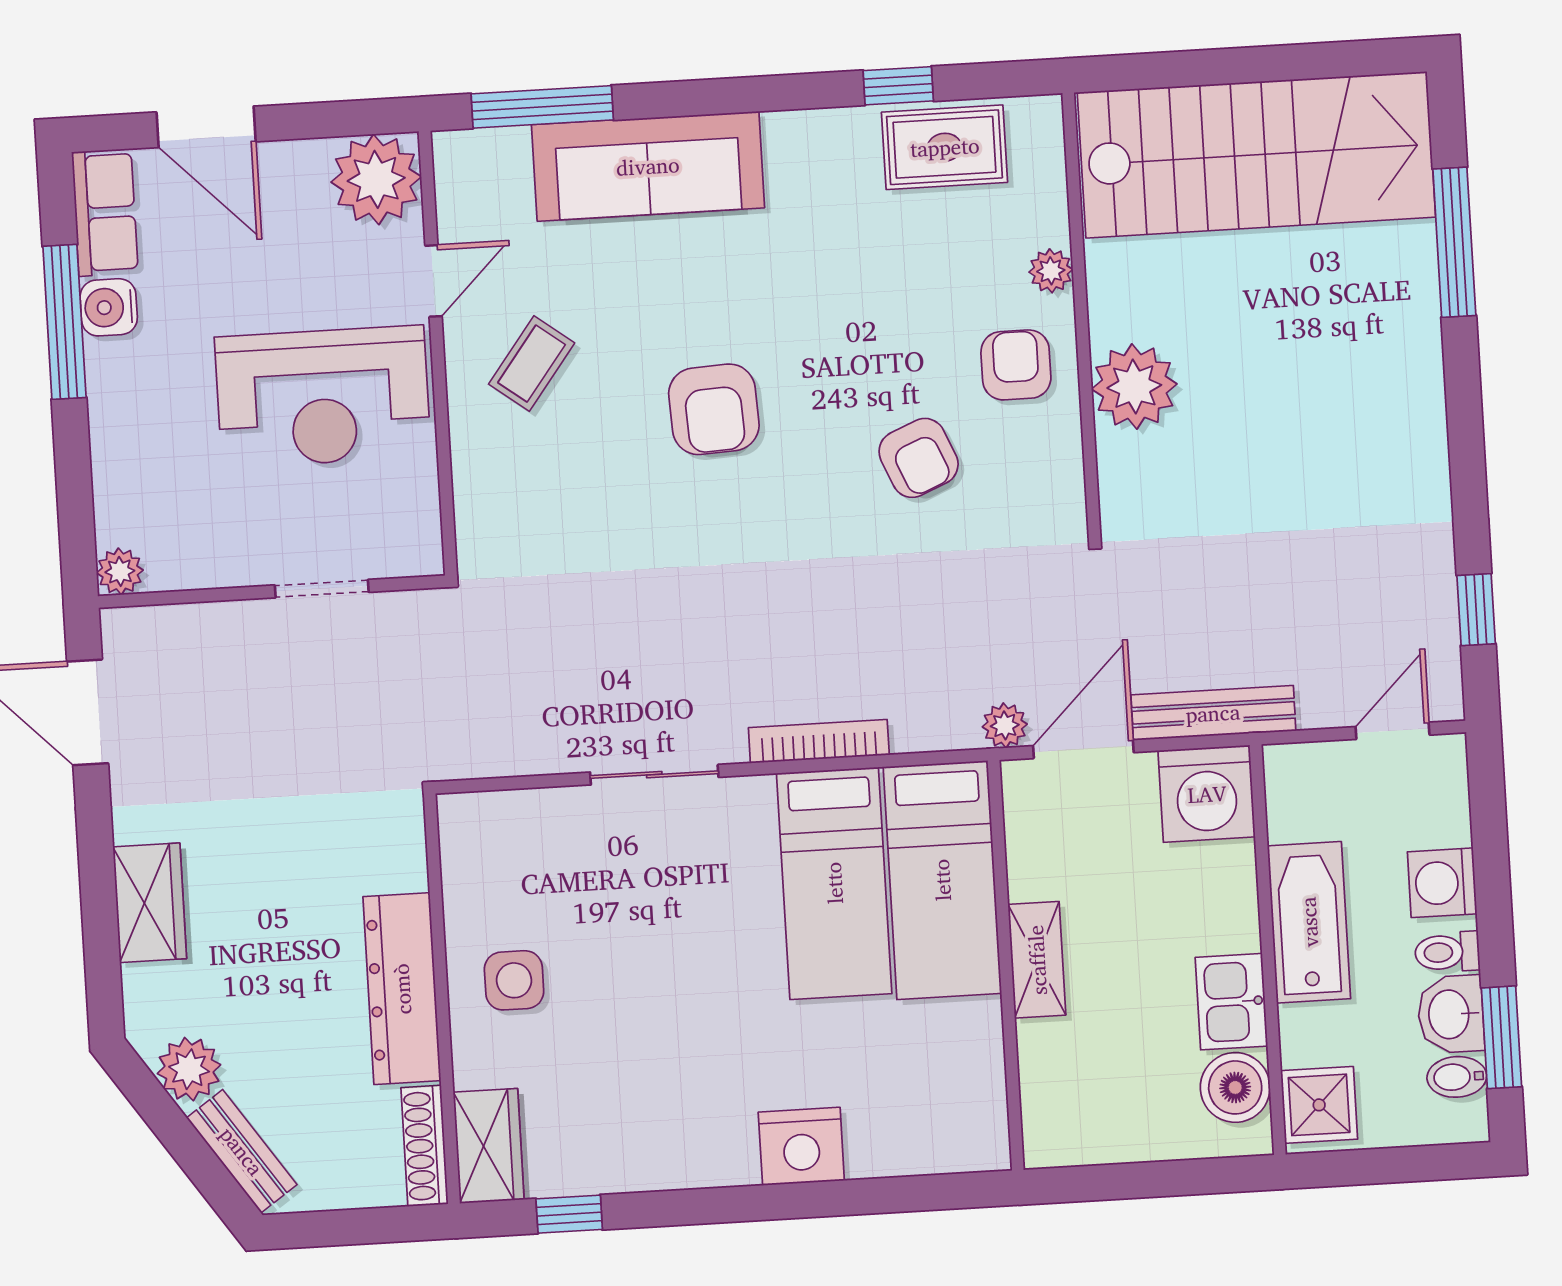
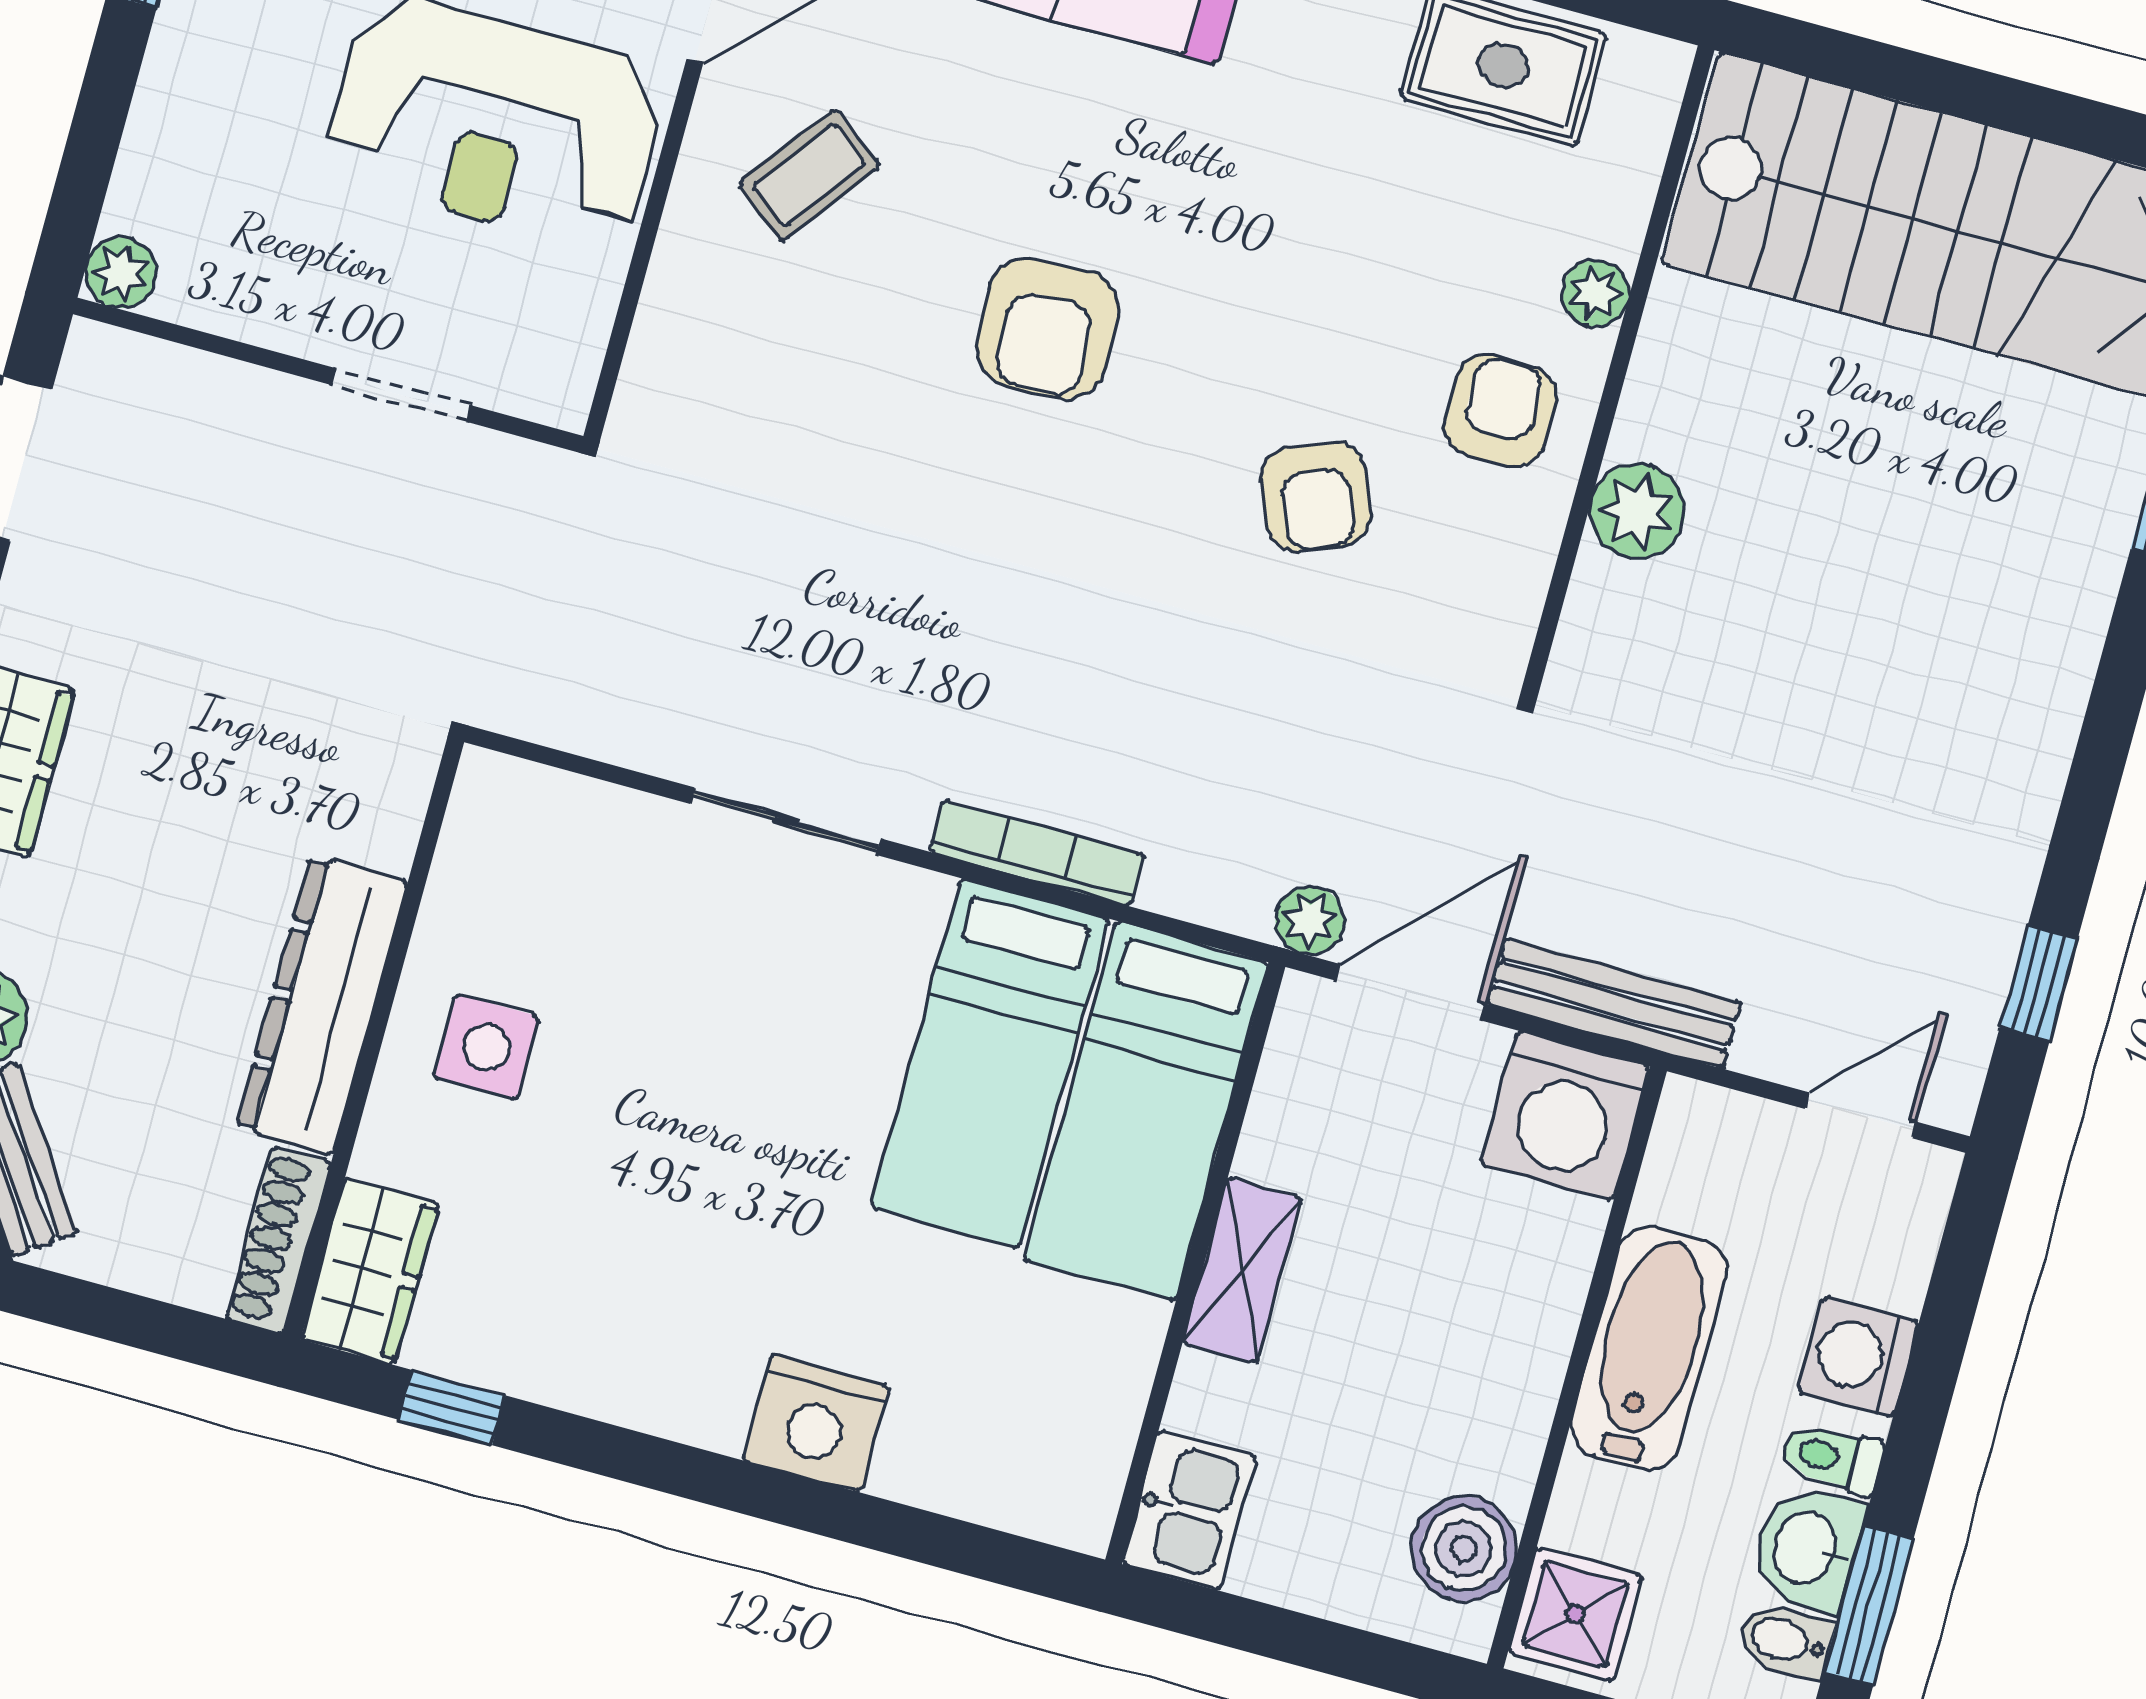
plant: (1134, 386) -> (1637, 511), width x0.73, depth x0.73
kitchen sink: (1231, 1002) -> (1189, 1510), moved, turned 180

